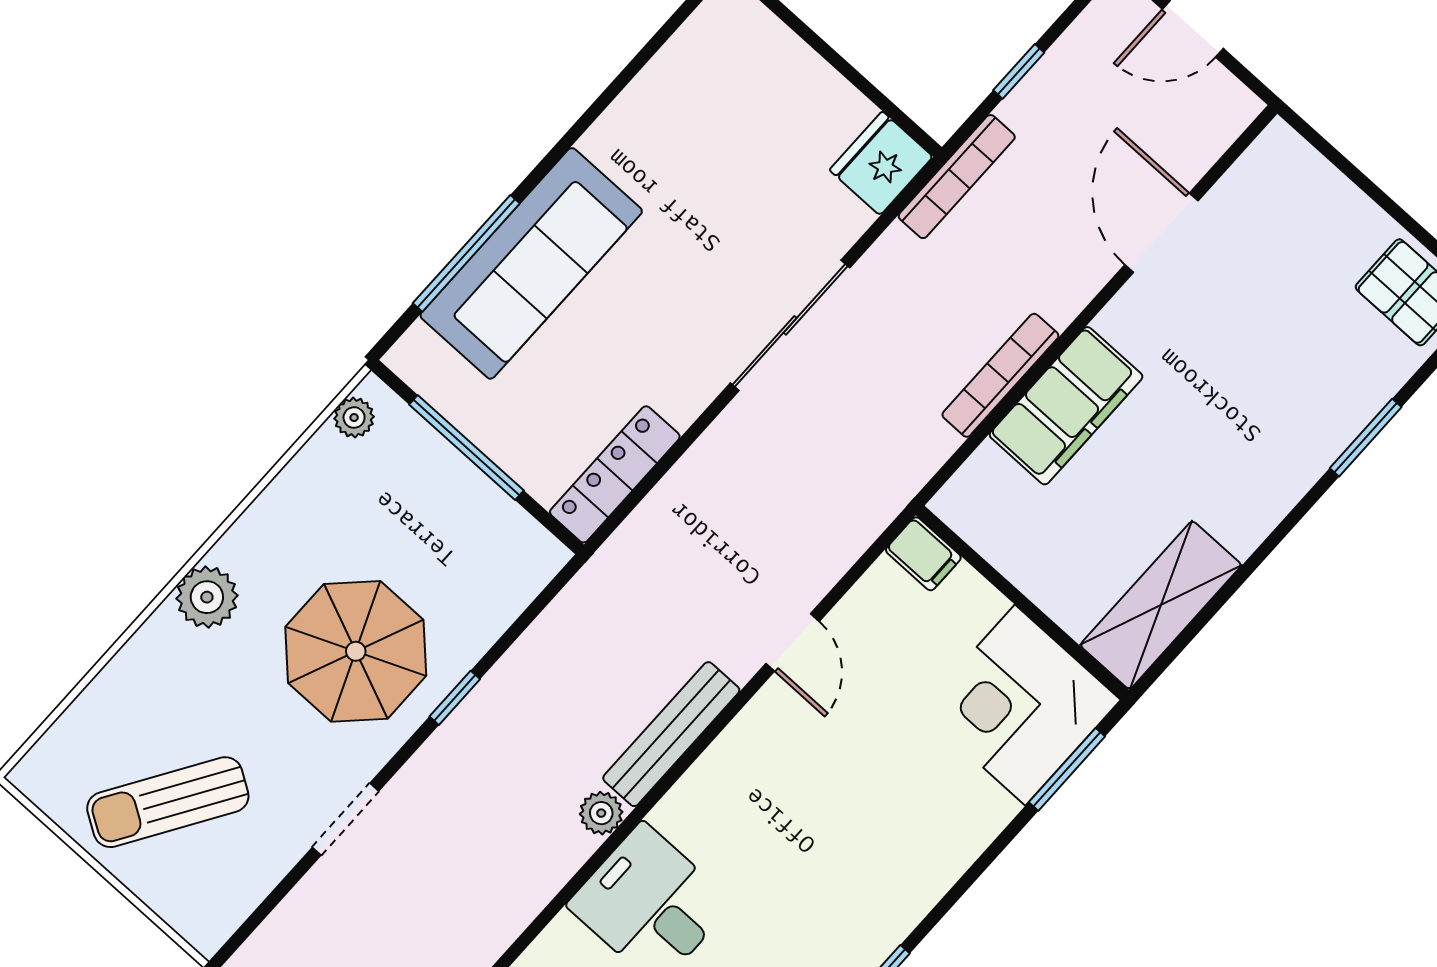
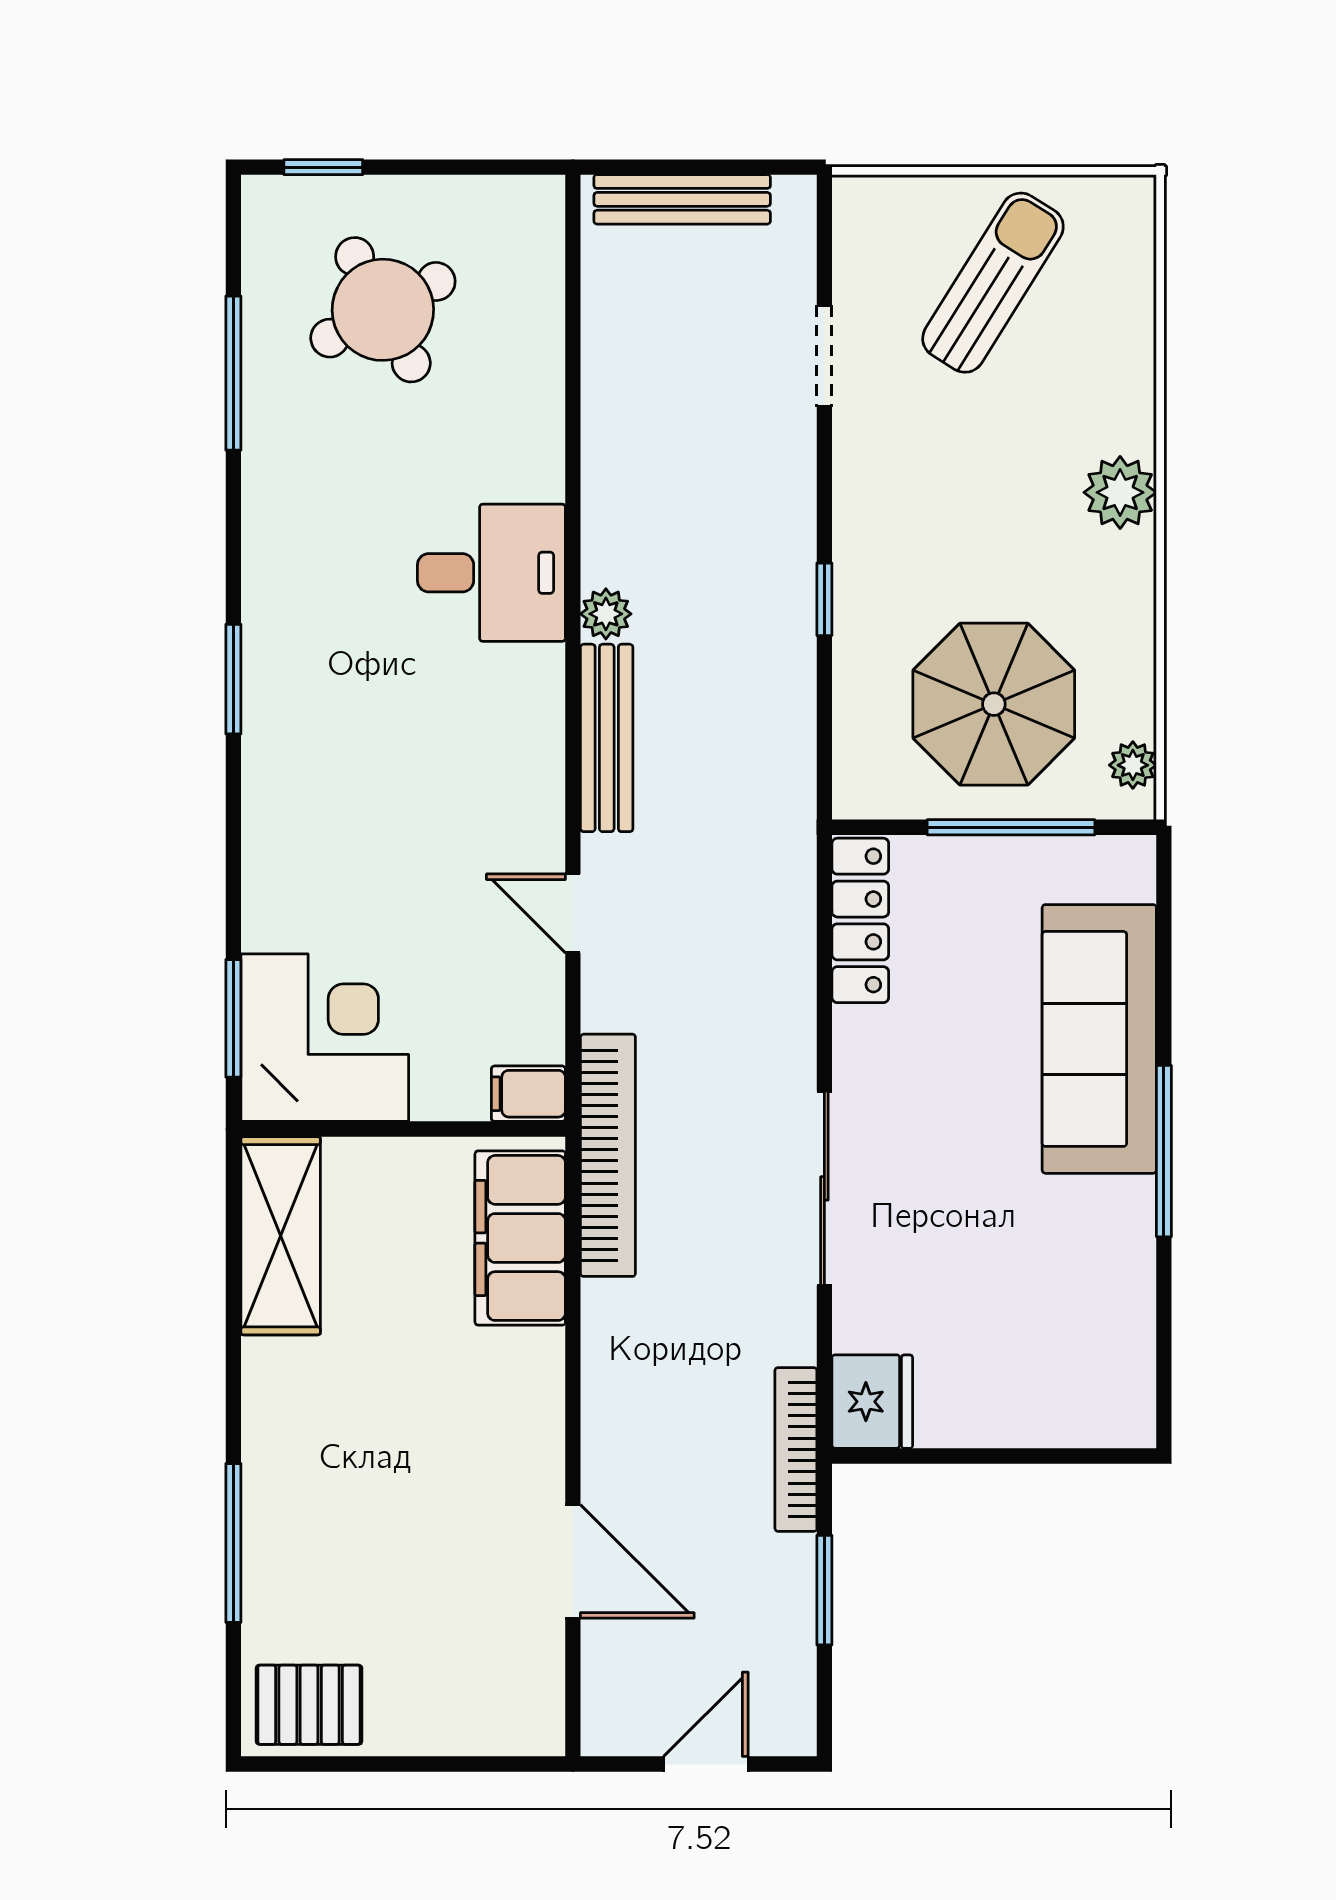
window: (1019, 71) -> (824, 1590), width x1.50
window: (466, 253) -> (1164, 1151), moved
bookcase: (1000, 375) -> (608, 1155), moved, width x1.48, depth x1.31
filing cabinet: (1066, 406) -> (520, 1238), moved
window: (1366, 438) -> (233, 1543), width x1.44
parasol: (356, 651) -> (994, 704), moved
doorway: (345, 819) -> (824, 356), moved

